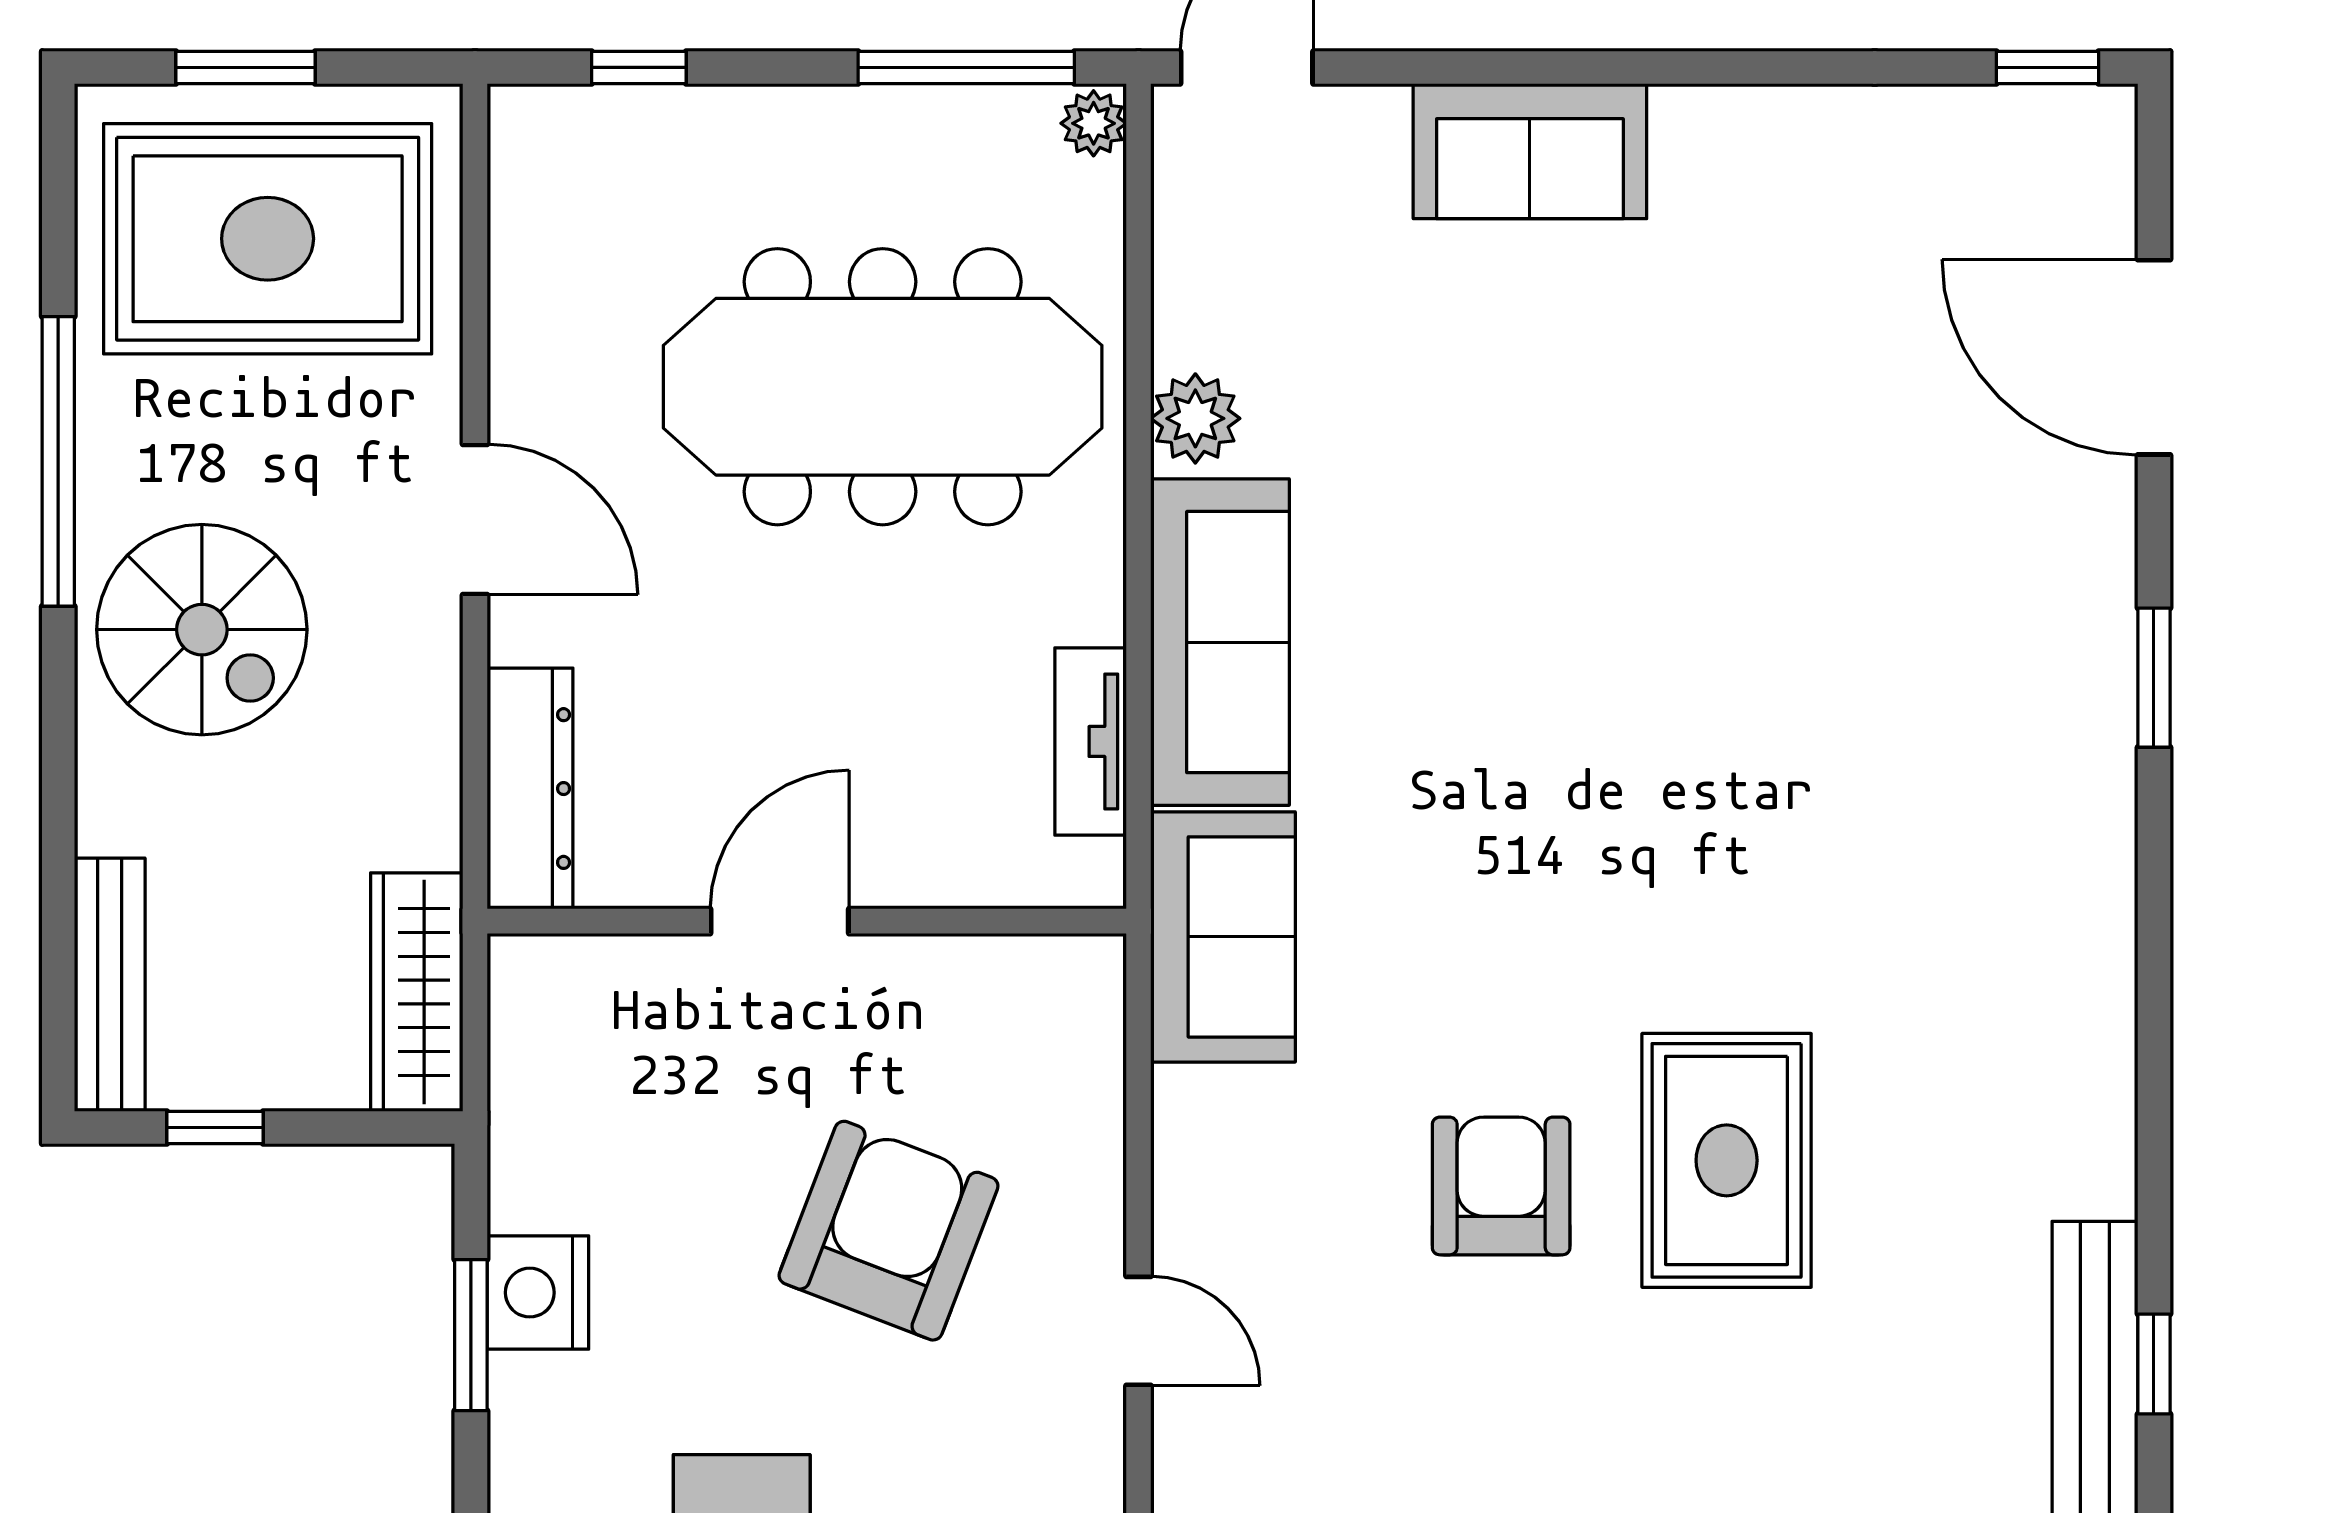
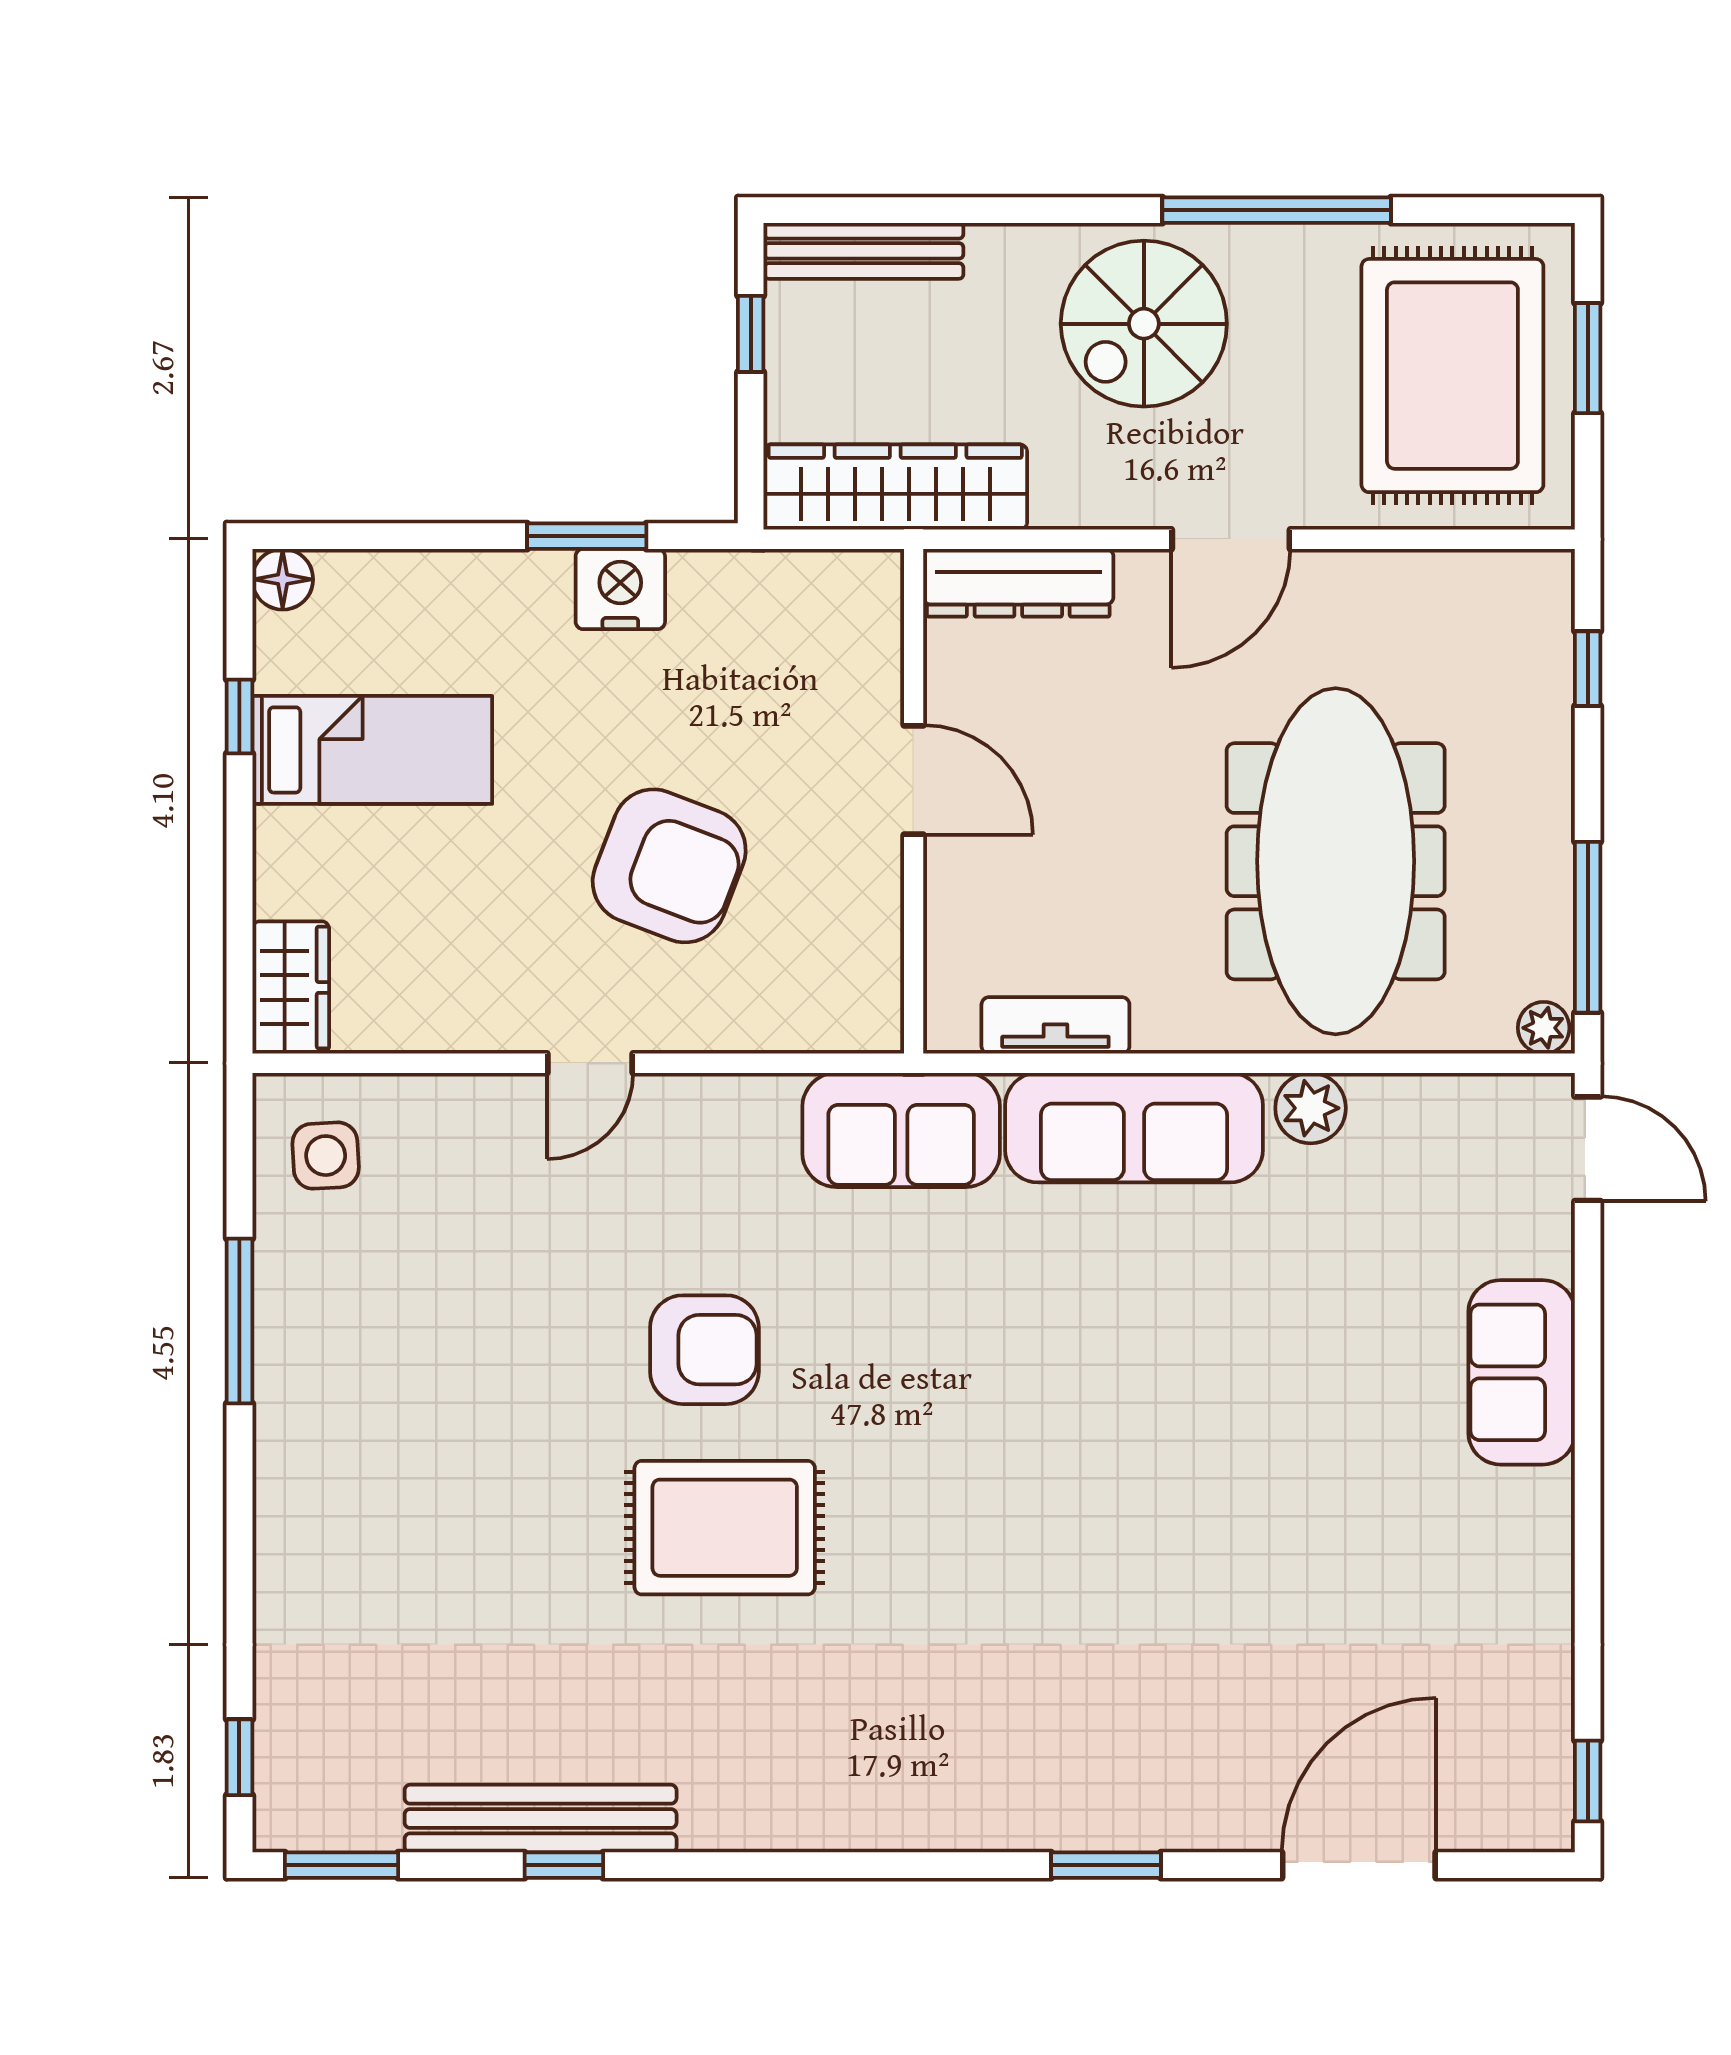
wardrobe: (417, 992) -> (895, 487), width x1.40, depth x1.17

